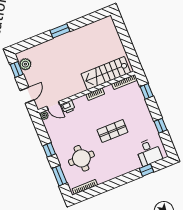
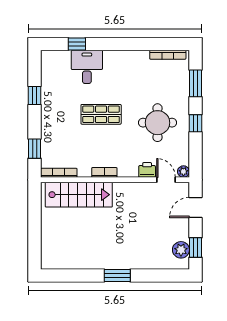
desk: (149, 152) -> (87, 67), moved
round table: (81, 158) -> (157, 123), moved

